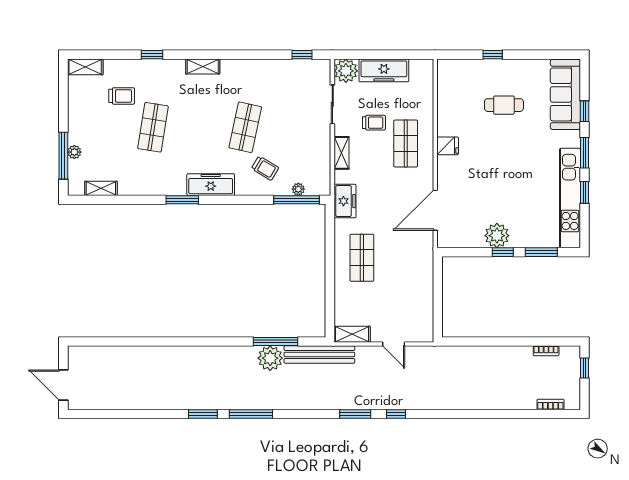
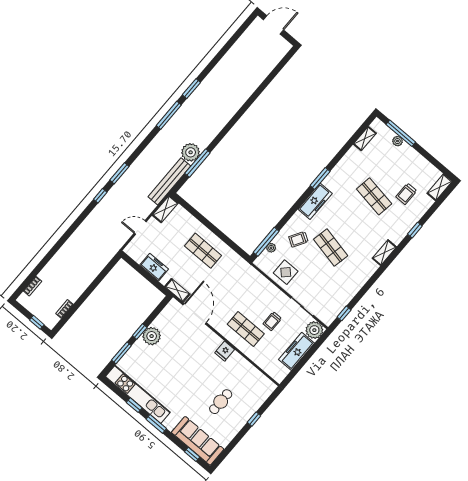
window: (585, 111) -> (192, 454), moved
display table: (311, 152) -> (286, 272), added
shelving: (341, 153) -> (177, 290), moved
freezer: (345, 201) -> (154, 267), moved, turned 180

